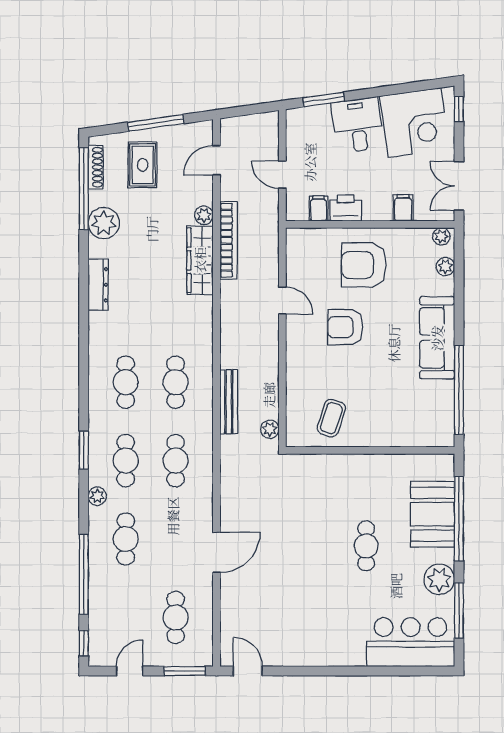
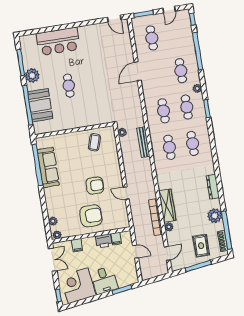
sofa: (437, 338) -> (48, 167), moved
bar counter: (411, 642) -> (58, 41), moved

